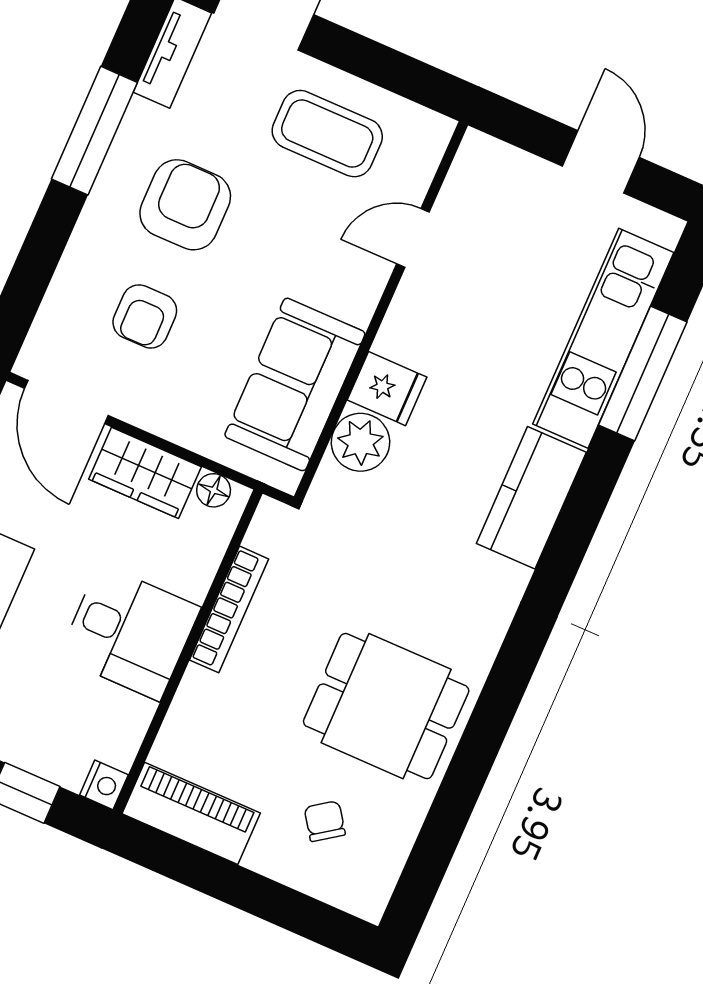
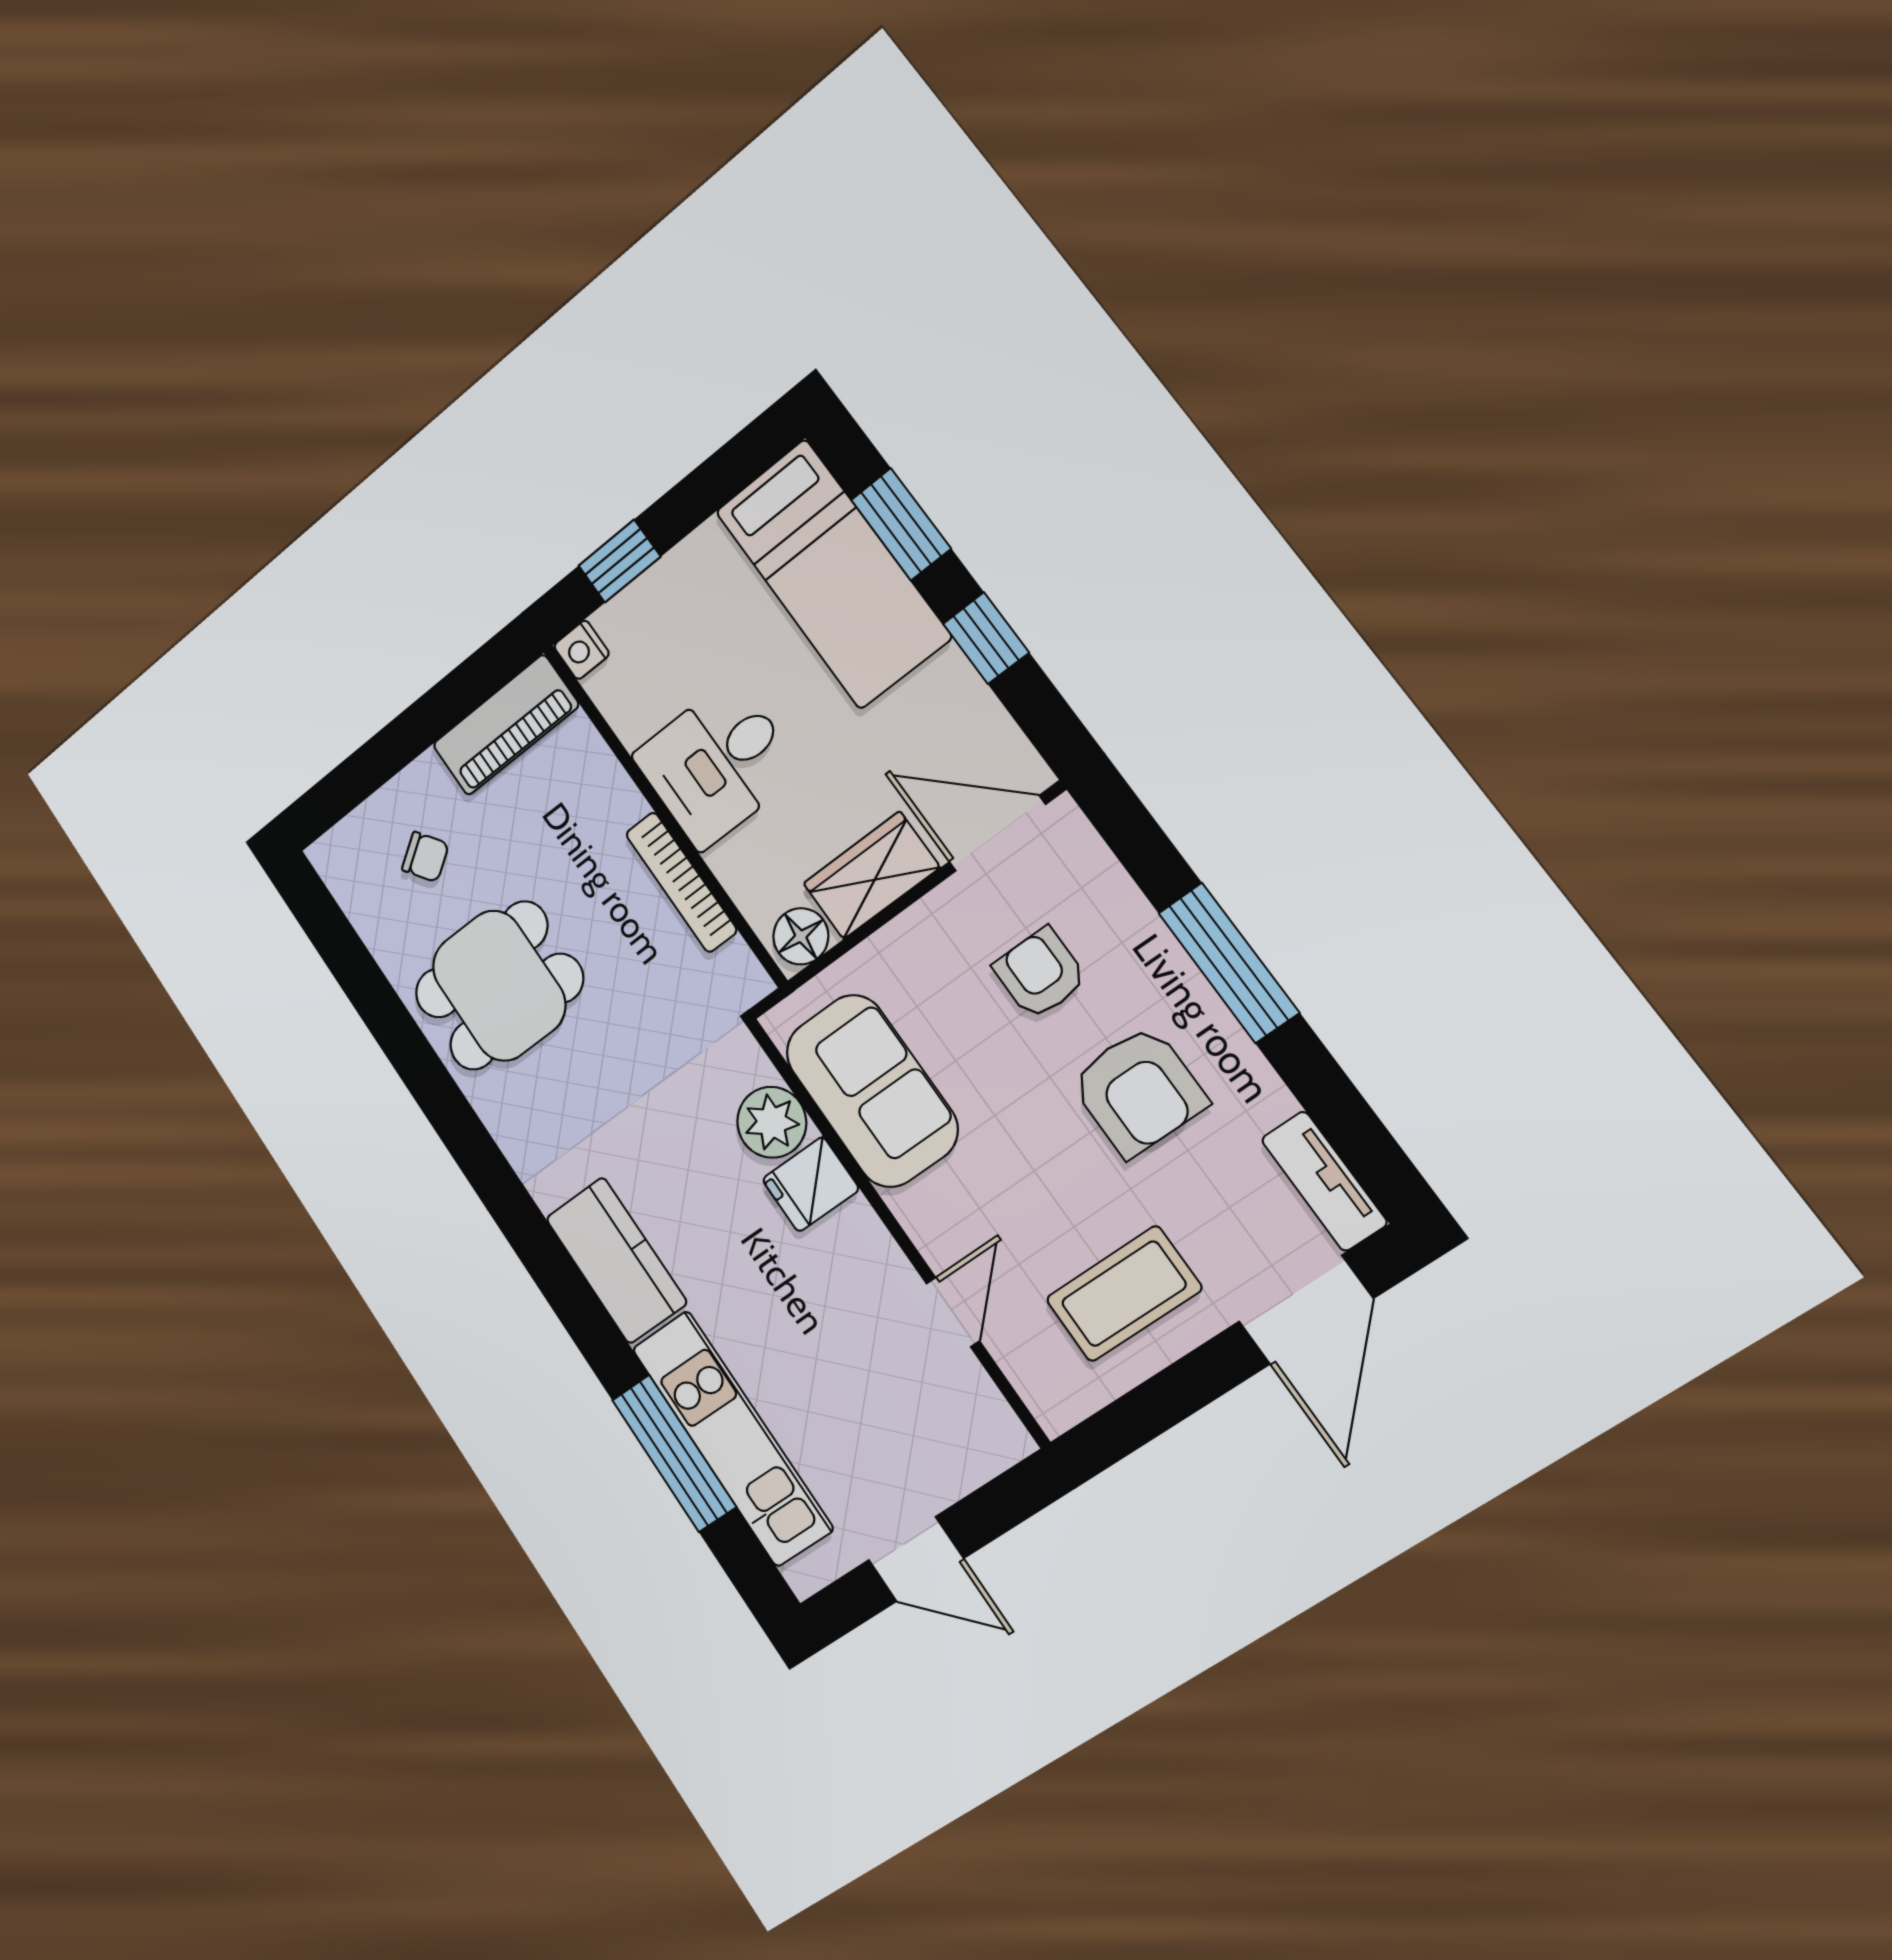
window: (94, 131) -> (1229, 963), moved
floor lamp: (214, 490) -> (801, 936), width x1.37, depth x1.37

